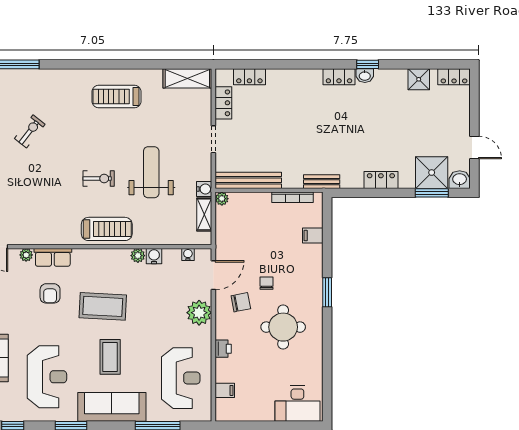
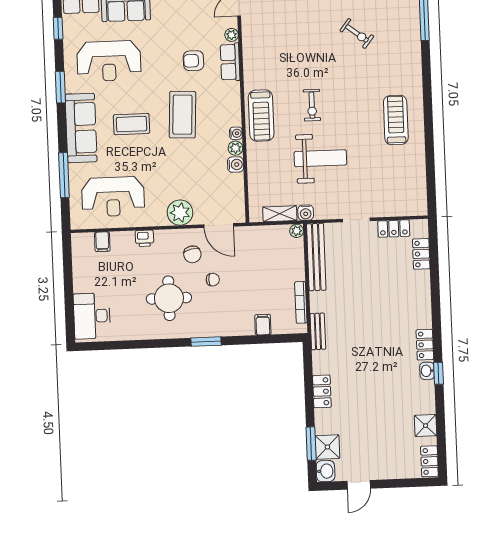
shelving: (187, 78) -> (417, 191), removed
shower: (432, 173) -> (327, 447), width x0.73, depth x0.73
water cooler: (188, 255) -> (236, 133), moved

